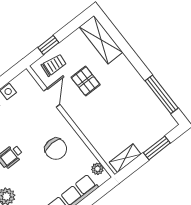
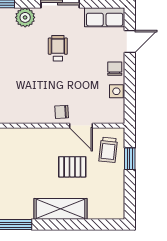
shelving: (101, 40) -> (61, 209), moved
chair: (56, 149) -> (62, 112), moved, width x0.54, depth x0.54

